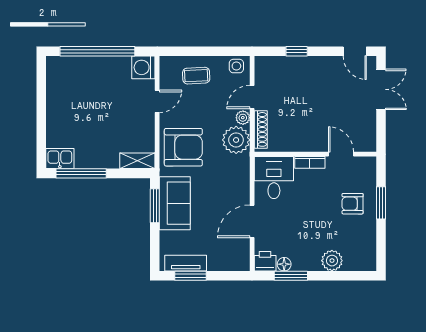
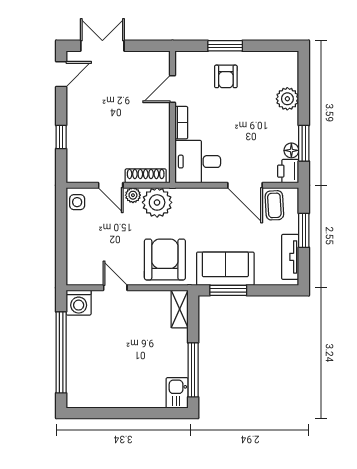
coffee table: (196, 76) -> (274, 205), moved
window: (190, 276) -> (304, 230), moved

